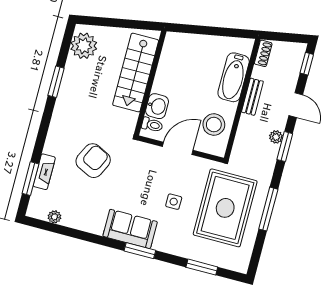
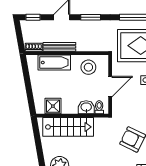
shower: (171, 59) -> (53, 106), added
bench: (252, 97) -> (59, 47), width x1.36
plant: (276, 137) -> (86, 25), removed
door: (178, 148) -> (110, 87), swing flipped

